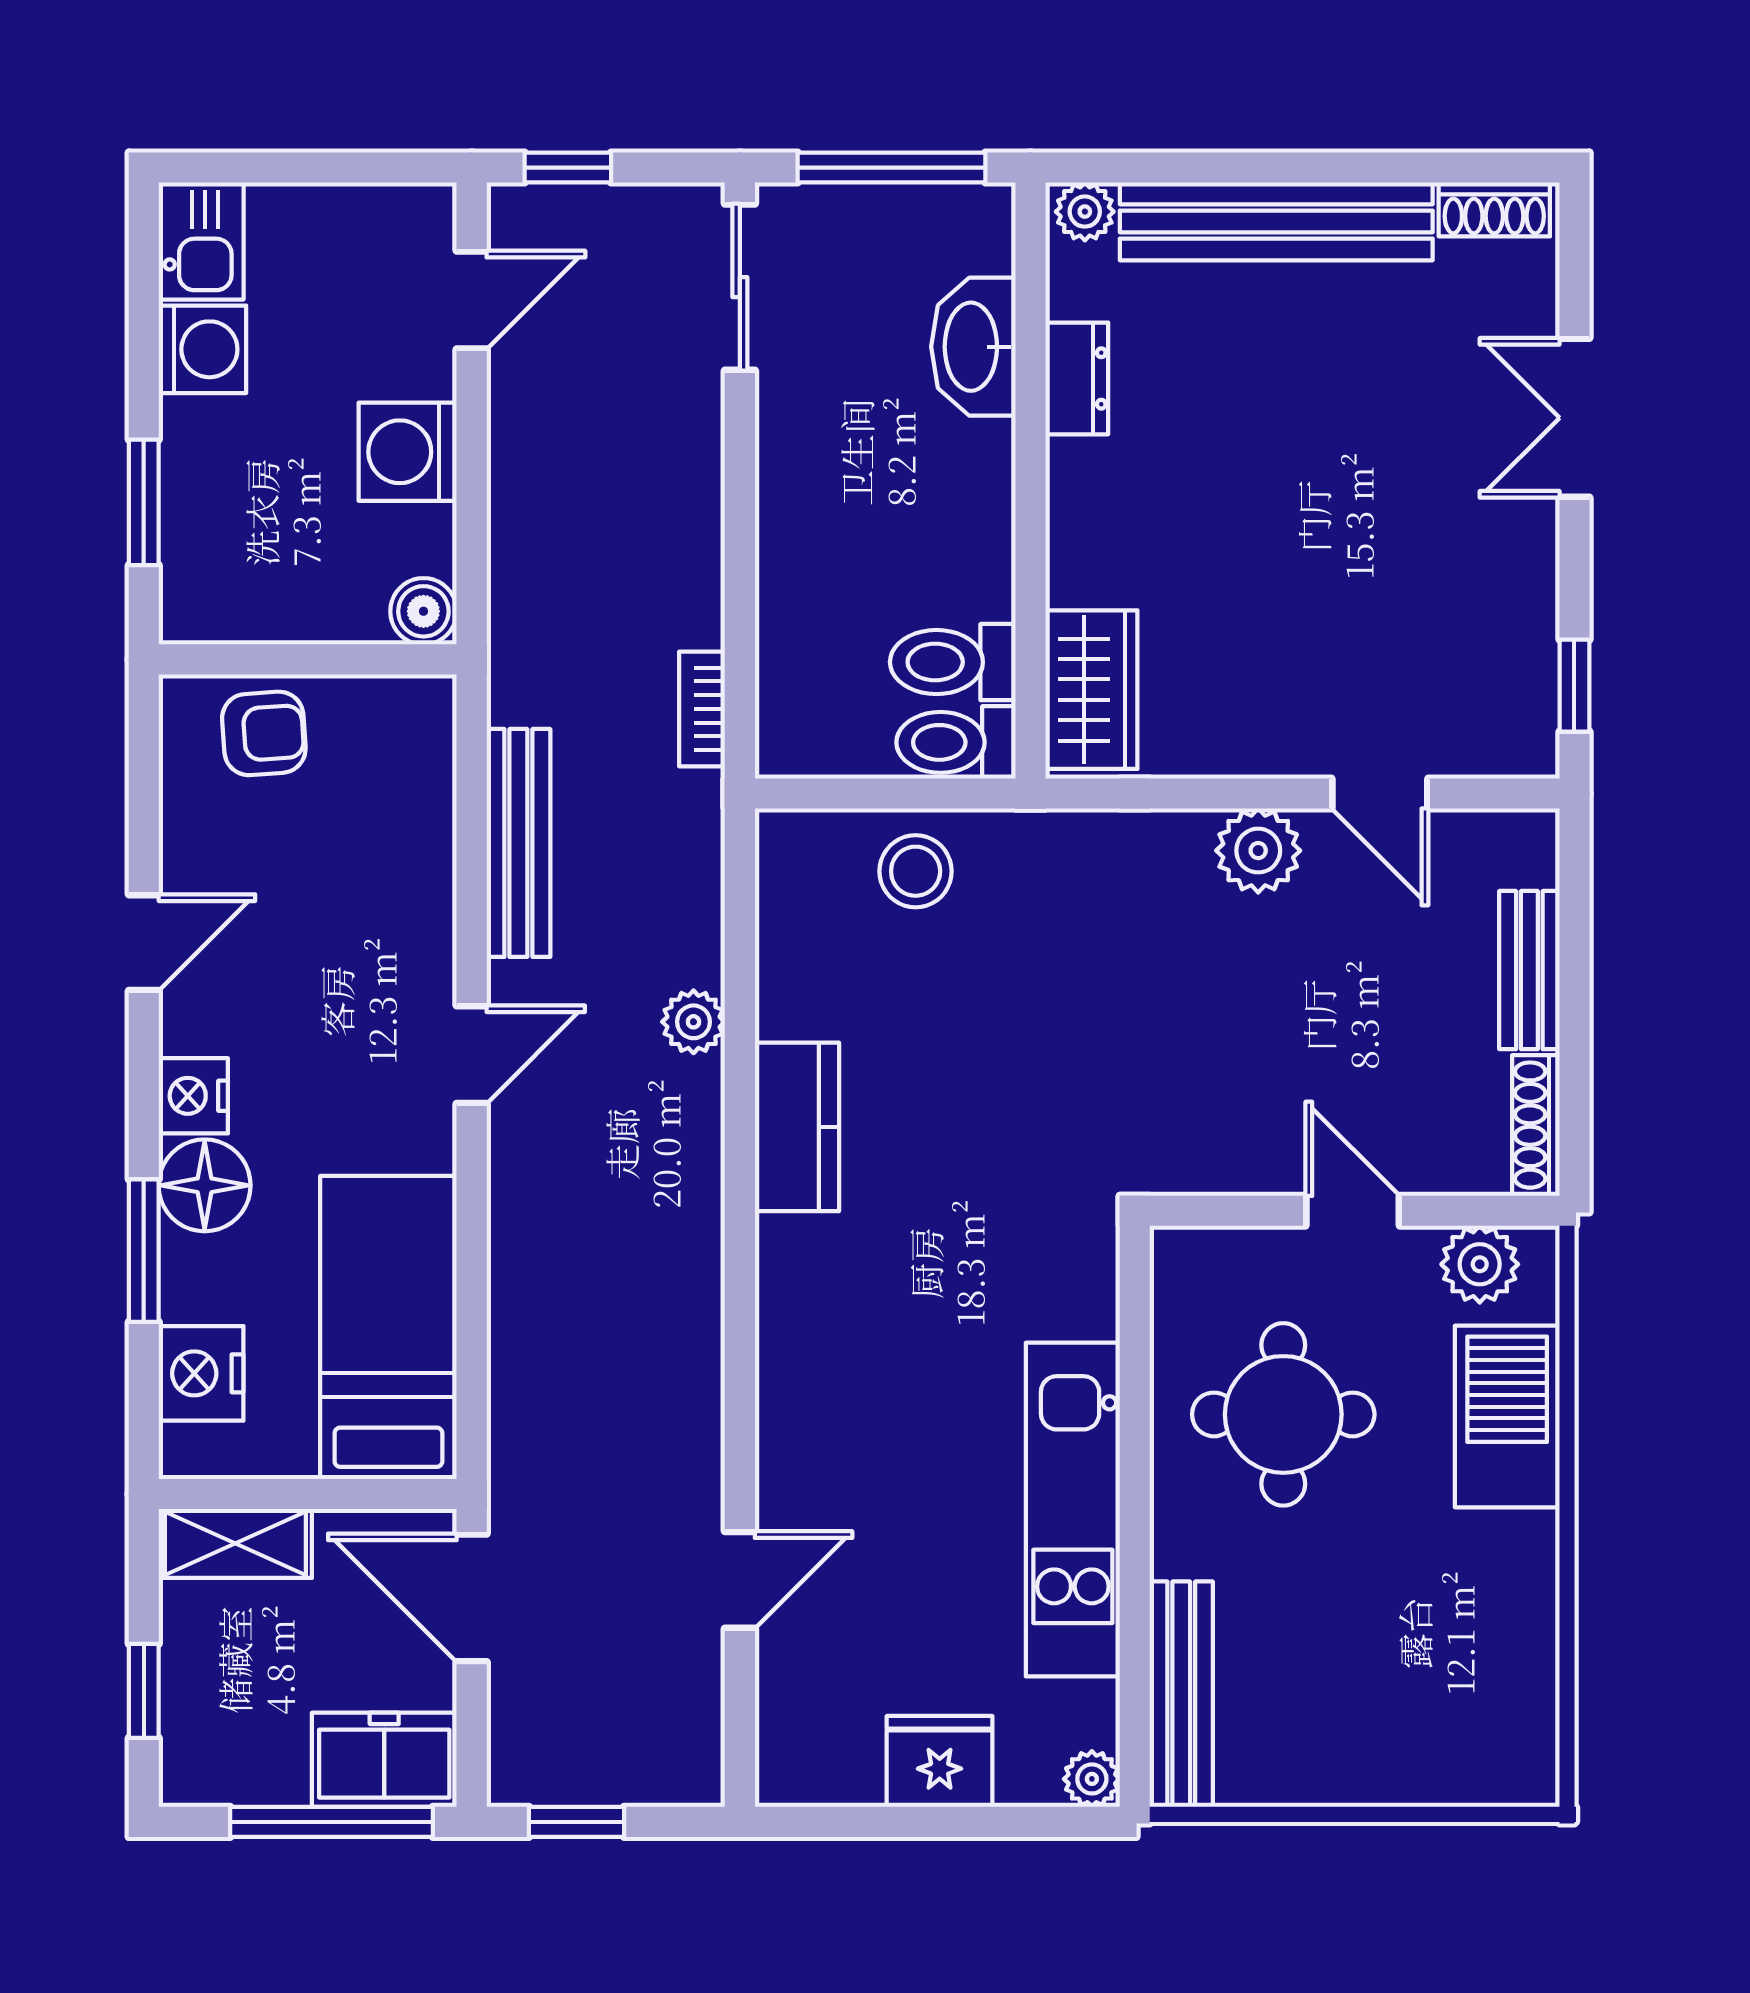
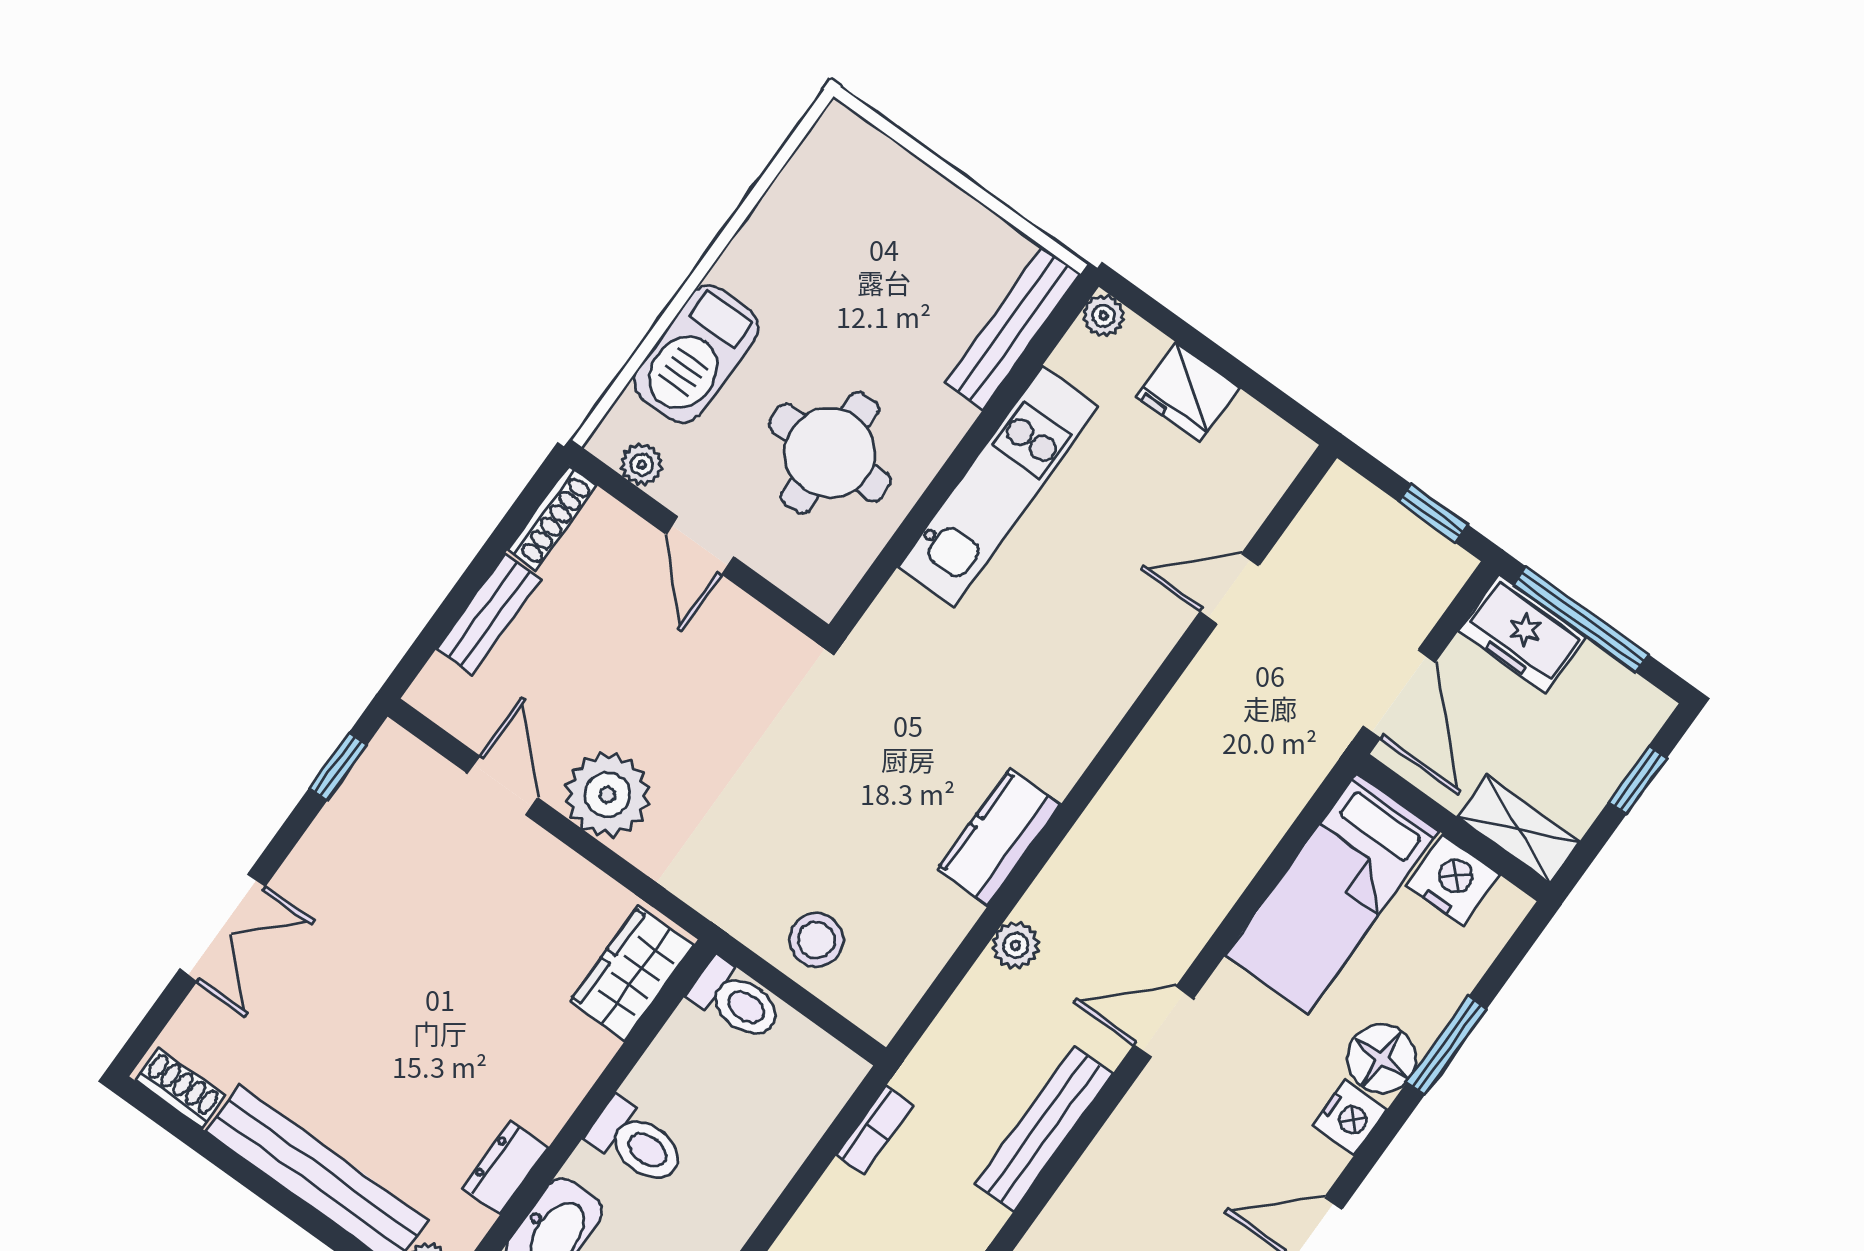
toilet: (953, 662) -> (637, 1142), moved
plant: (1258, 851) -> (607, 795), width x1.36, depth x1.36
plant: (1480, 1264) -> (642, 464), width x0.73, depth x0.73
nightstand: (201, 1373) -> (1453, 880), moved, turned -90

